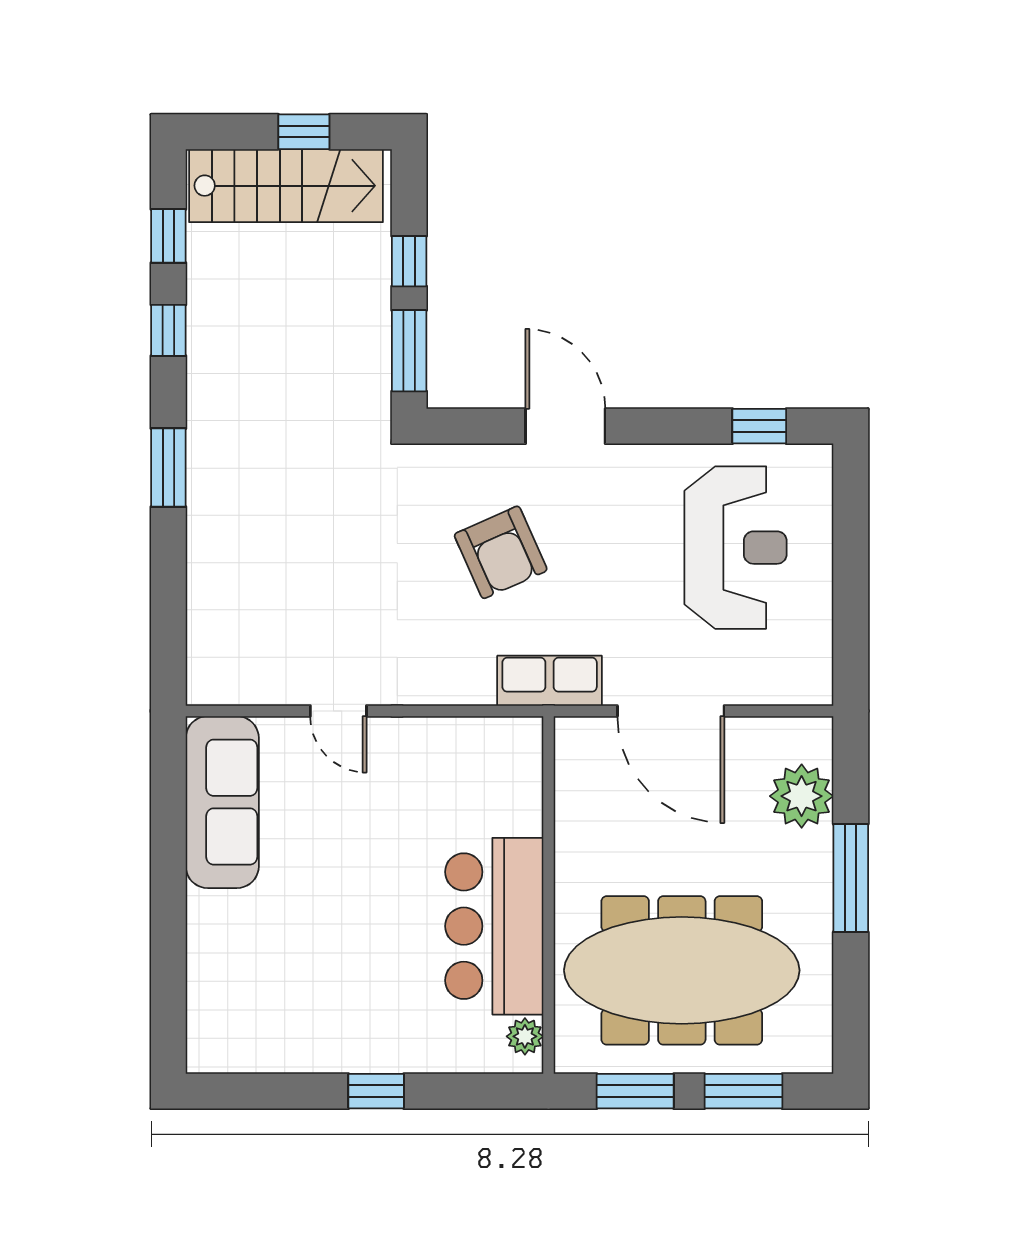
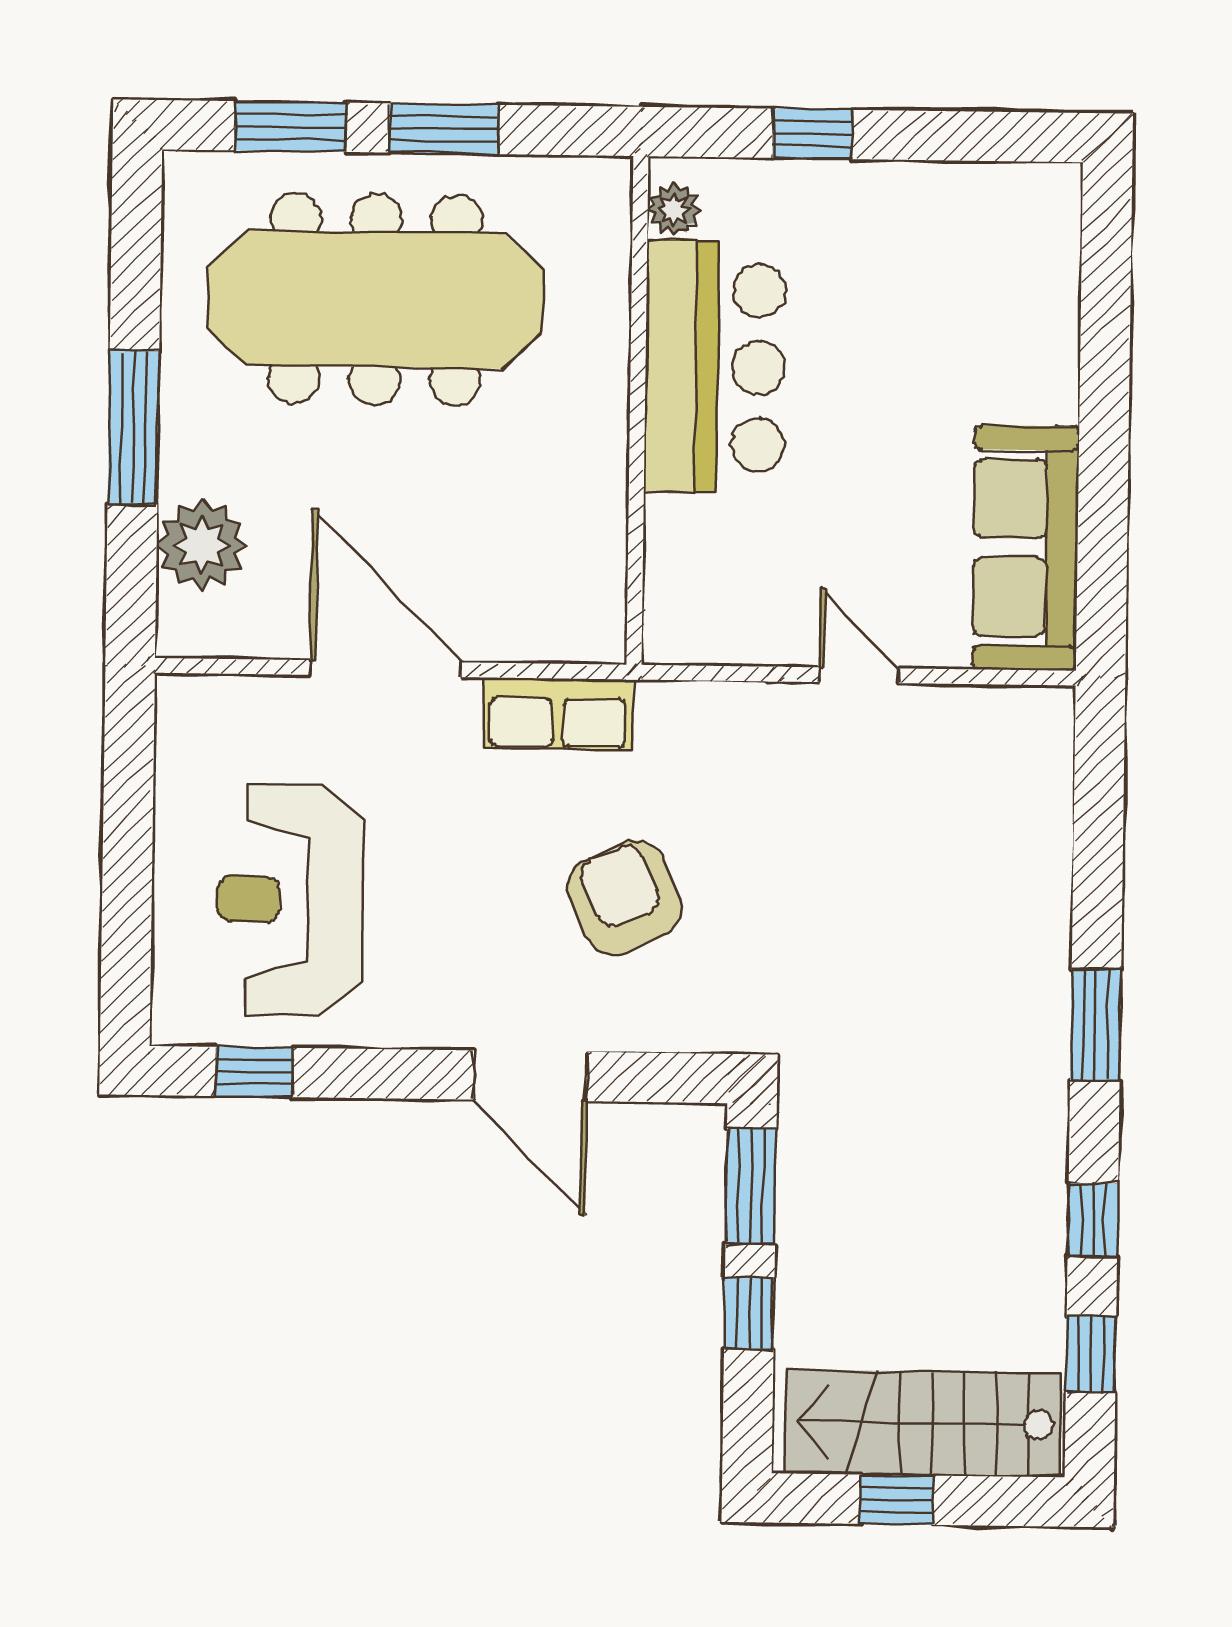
wall: (549, 895) -> (637, 410), moved
bar counter: (494, 926) -> (715, 367), moved
plant: (525, 1036) -> (674, 210), moved

